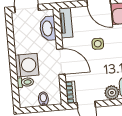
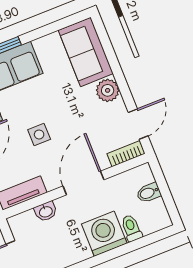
washbasin: (48, 28) -> (46, 211), width x0.52, depth x0.69

